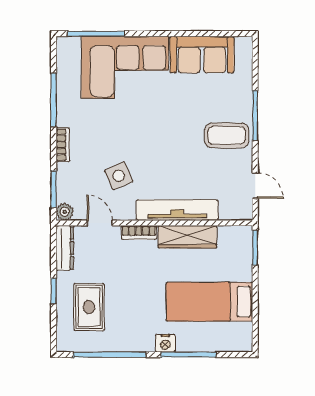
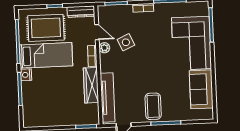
tv unit: (177, 210) -> (108, 98), moved
plant: (65, 212) -> (104, 48), moved
door: (100, 223) -> (97, 32), hinge flipped
bed: (209, 302) -> (46, 55), moved, turned 90
rug: (89, 307) -> (46, 28), width x1.36, depth x1.43

